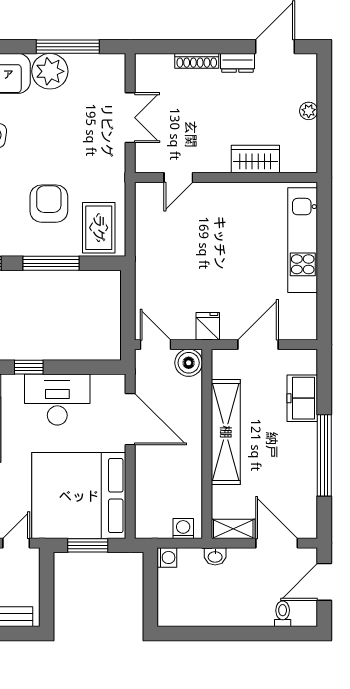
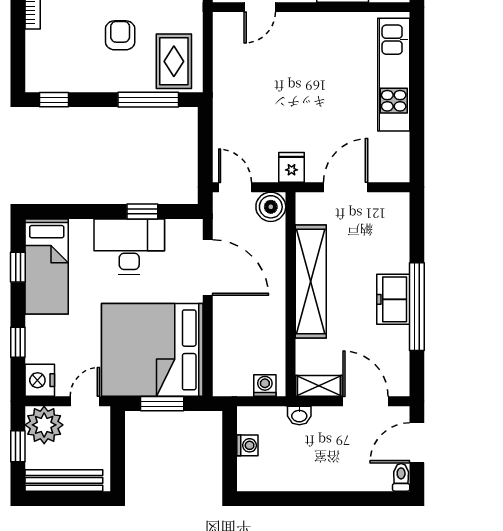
armchair: (49, 204) -> (120, 35), width x0.72, depth x0.72
window: (51, 263) -> (148, 100), moved
window: (29, 367) -> (142, 211), moved
freezer: (302, 398) -> (393, 299), moved
washing machine: (167, 557) -> (247, 445), moved
toilet: (283, 614) -> (401, 477), moved

